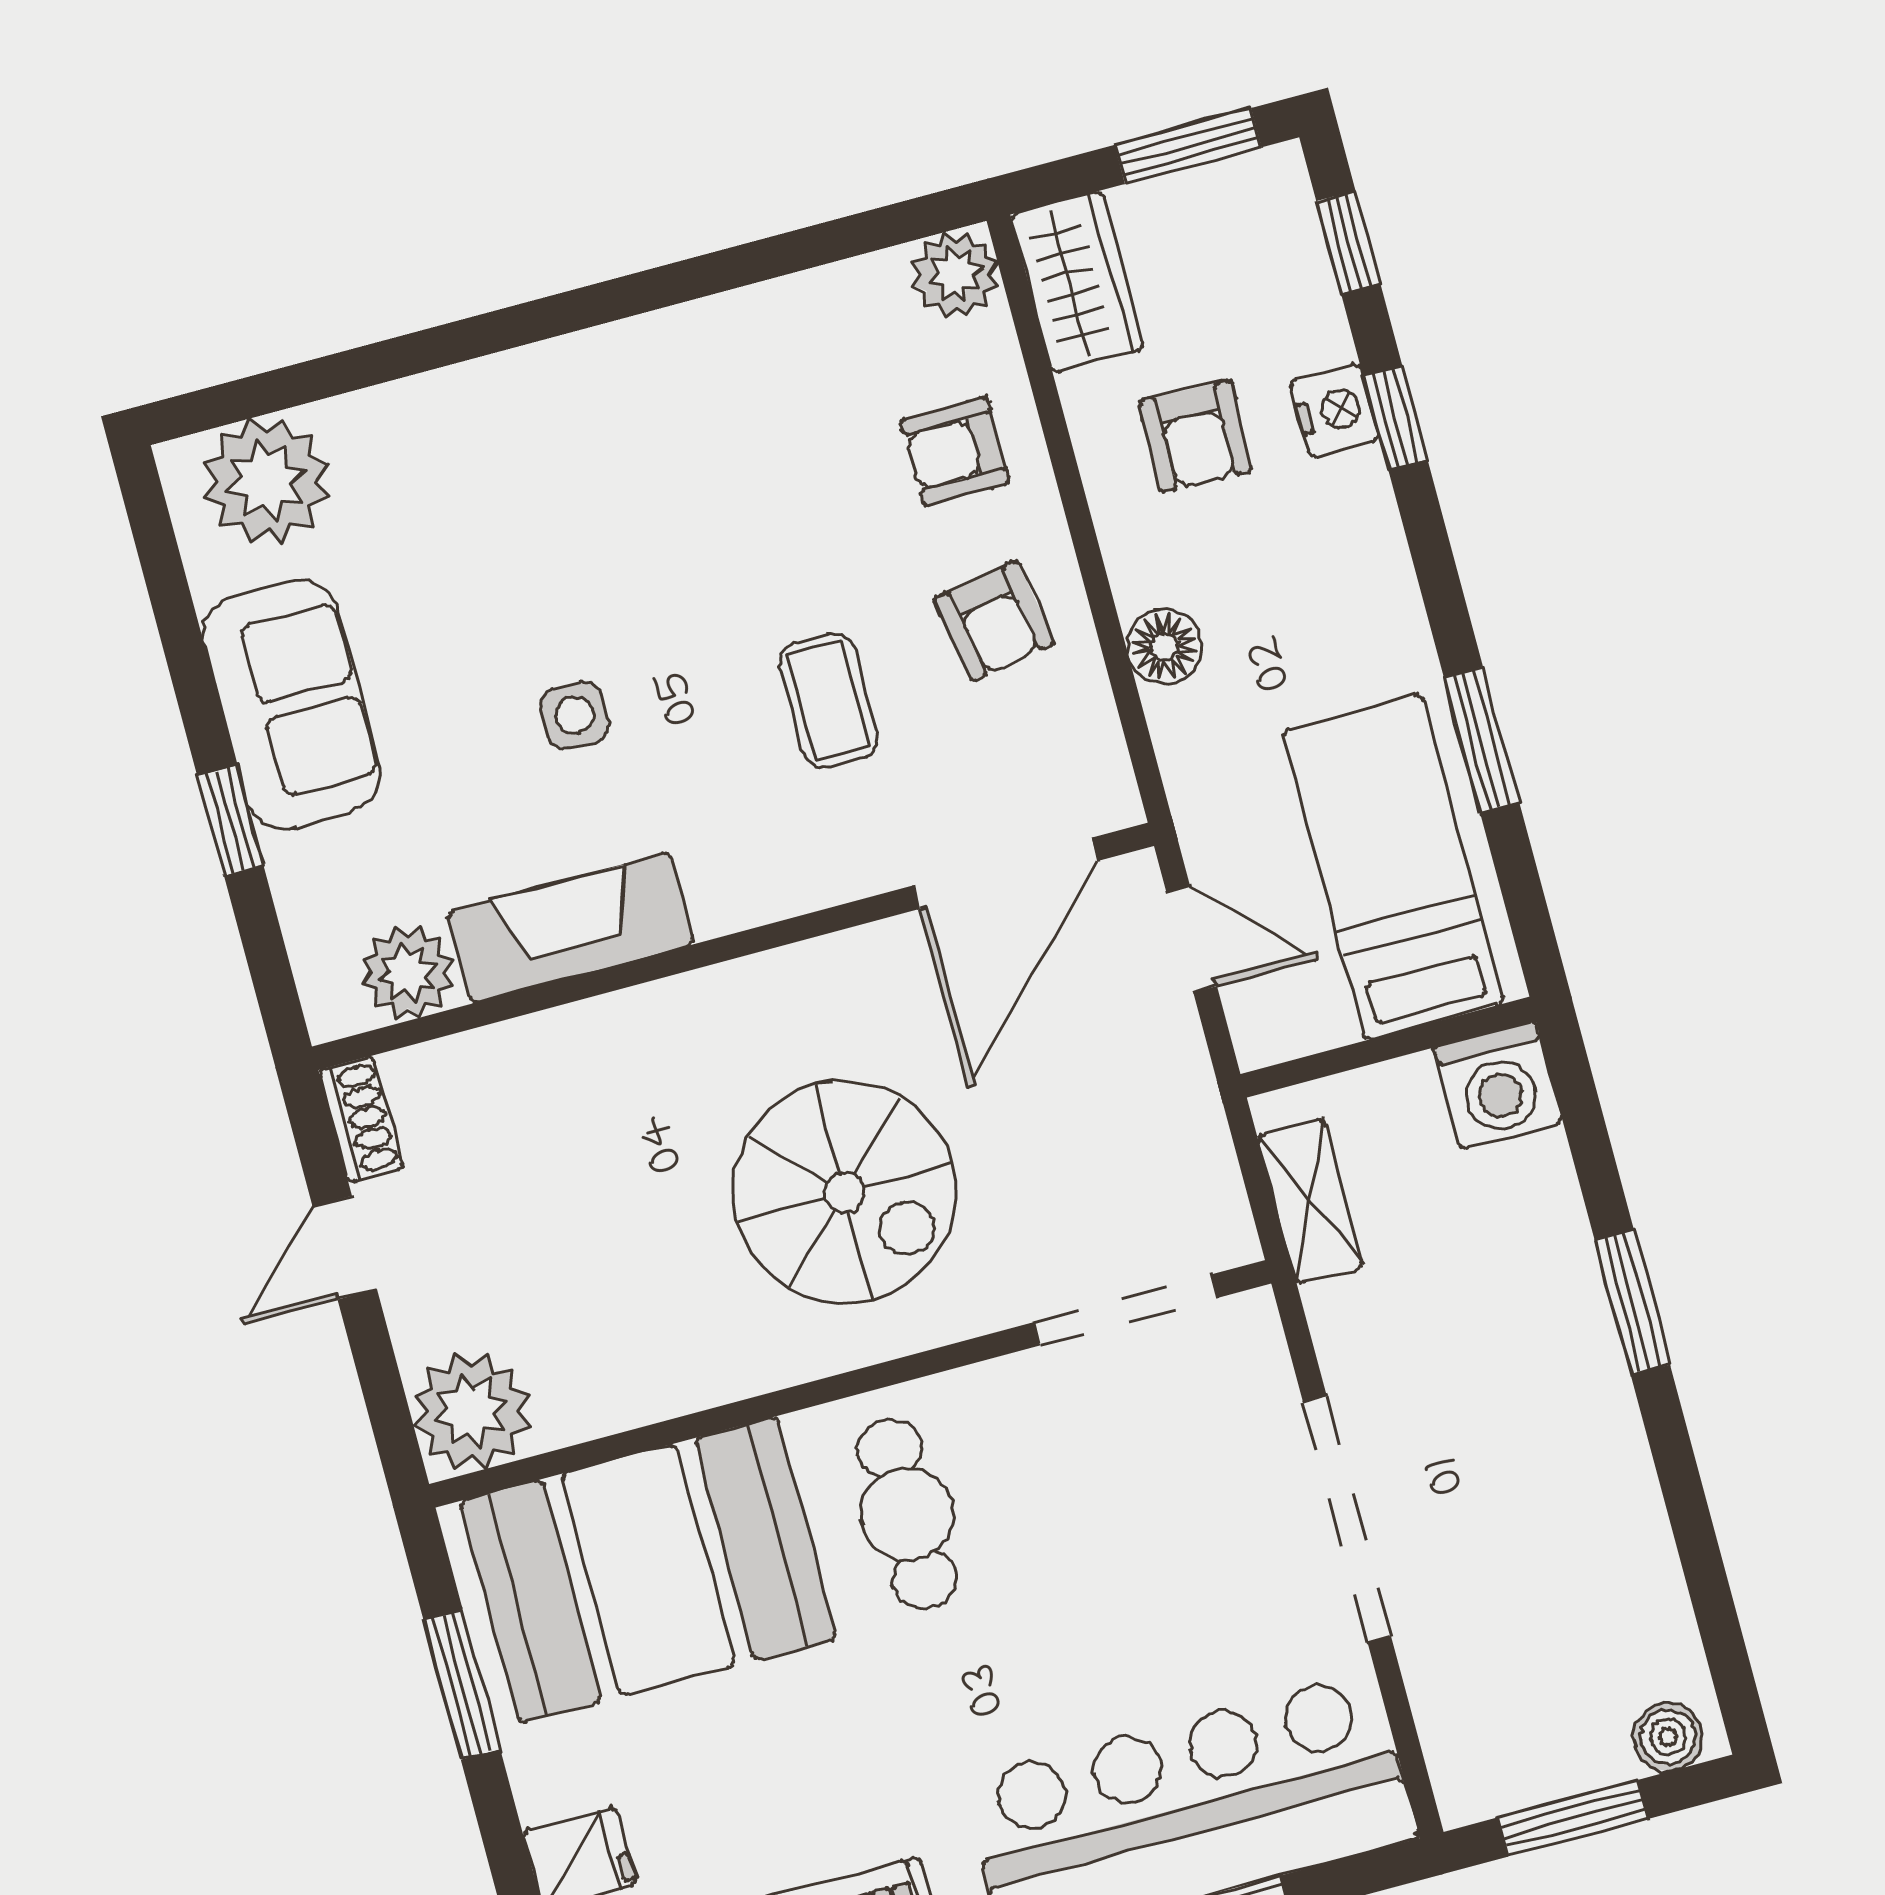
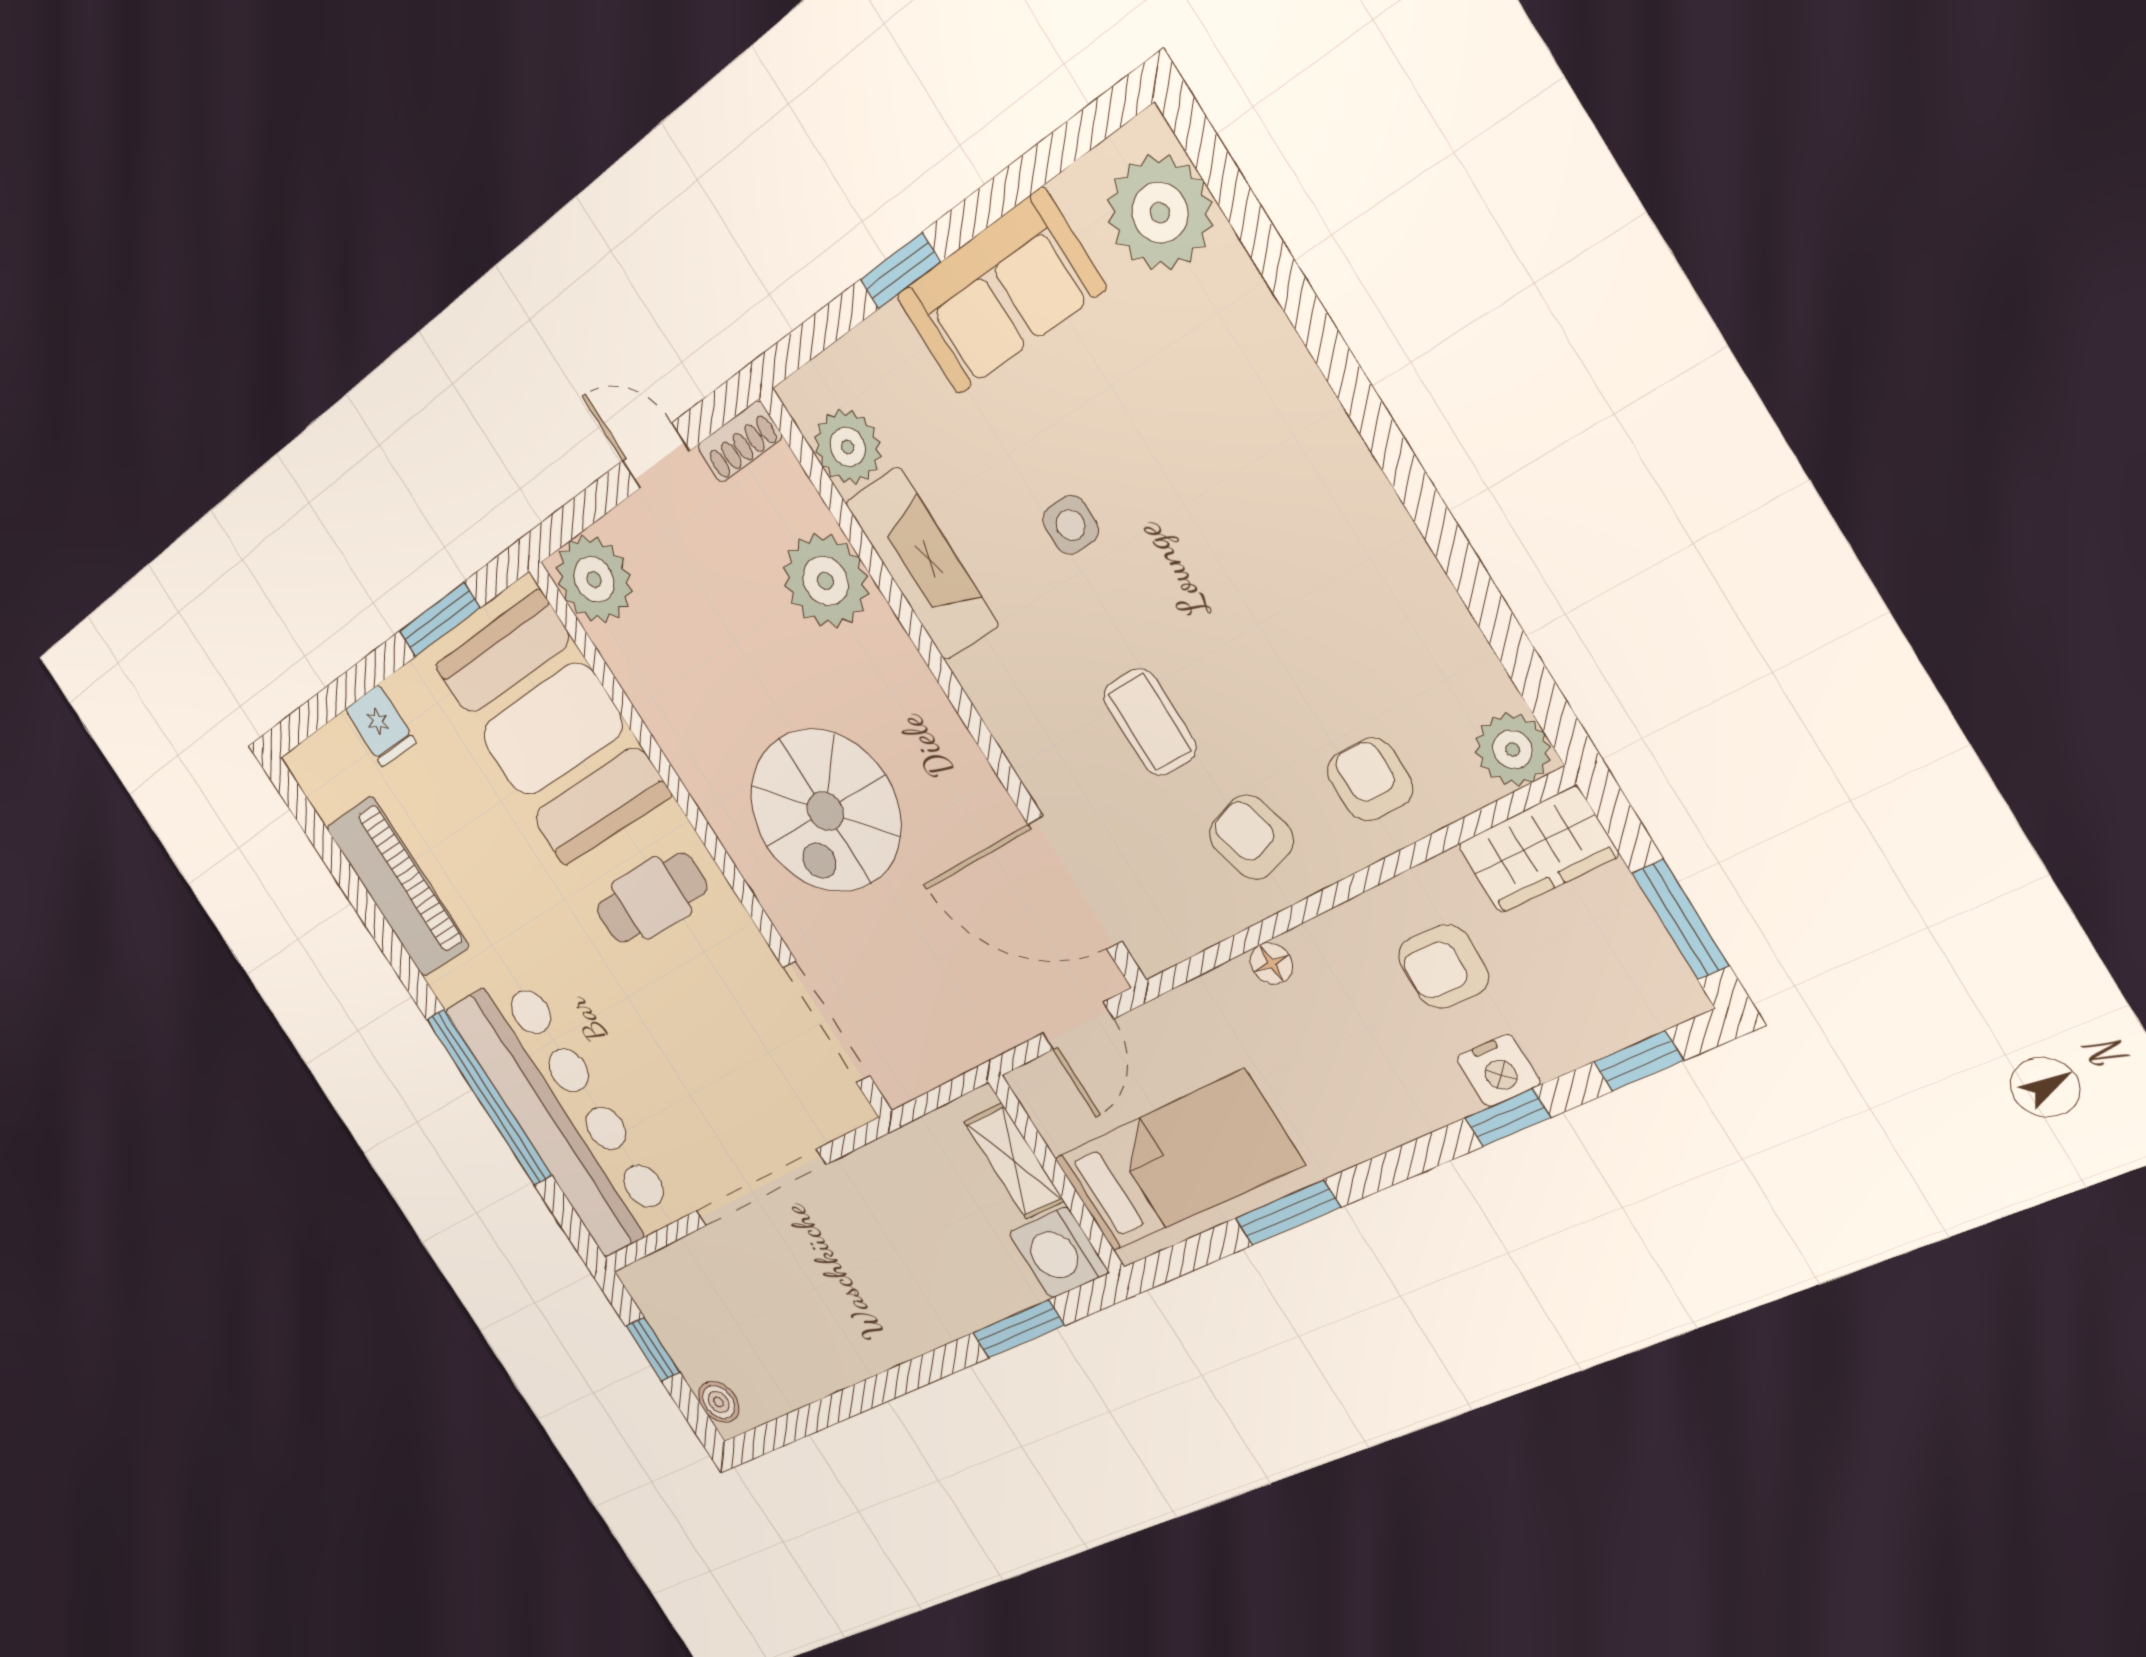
armchair: (994, 621) -> (1251, 837), turned 83
floor lamp: (1164, 647) -> (1271, 963), width x0.73, depth x0.73
coffee table: (829, 700) -> (1150, 722), turned 90
plant: (557, 1070) -> (826, 581), added
shelving: (1310, 1201) -> (1014, 1161), moved, turned 90
window: (1632, 1302) -> (1018, 1329), moved
window: (1573, 1818) -> (653, 1349), width x0.67

